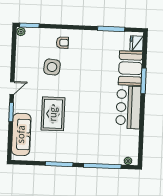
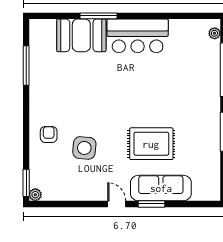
fridge: (137, 43) -> (45, 28), removed
sofa: (21, 134) -> (161, 188), moved

